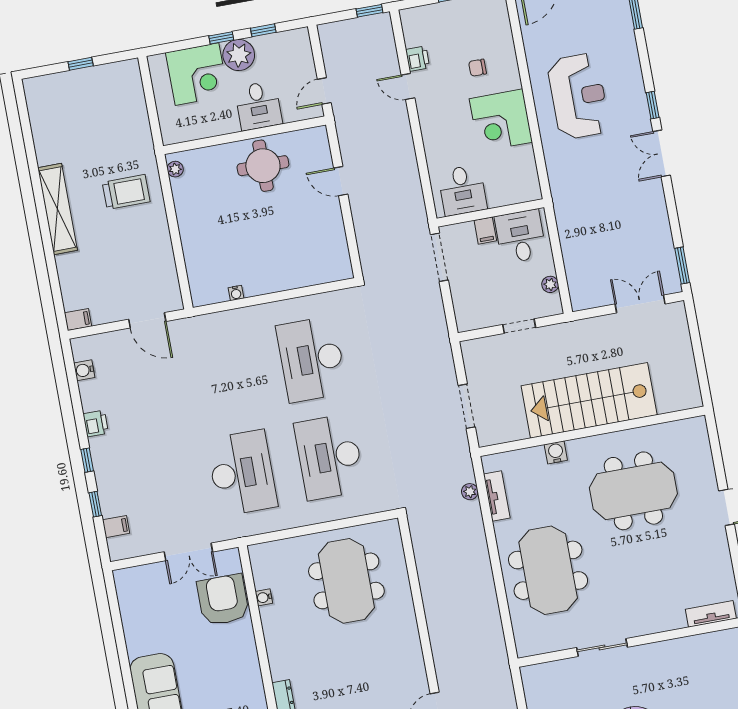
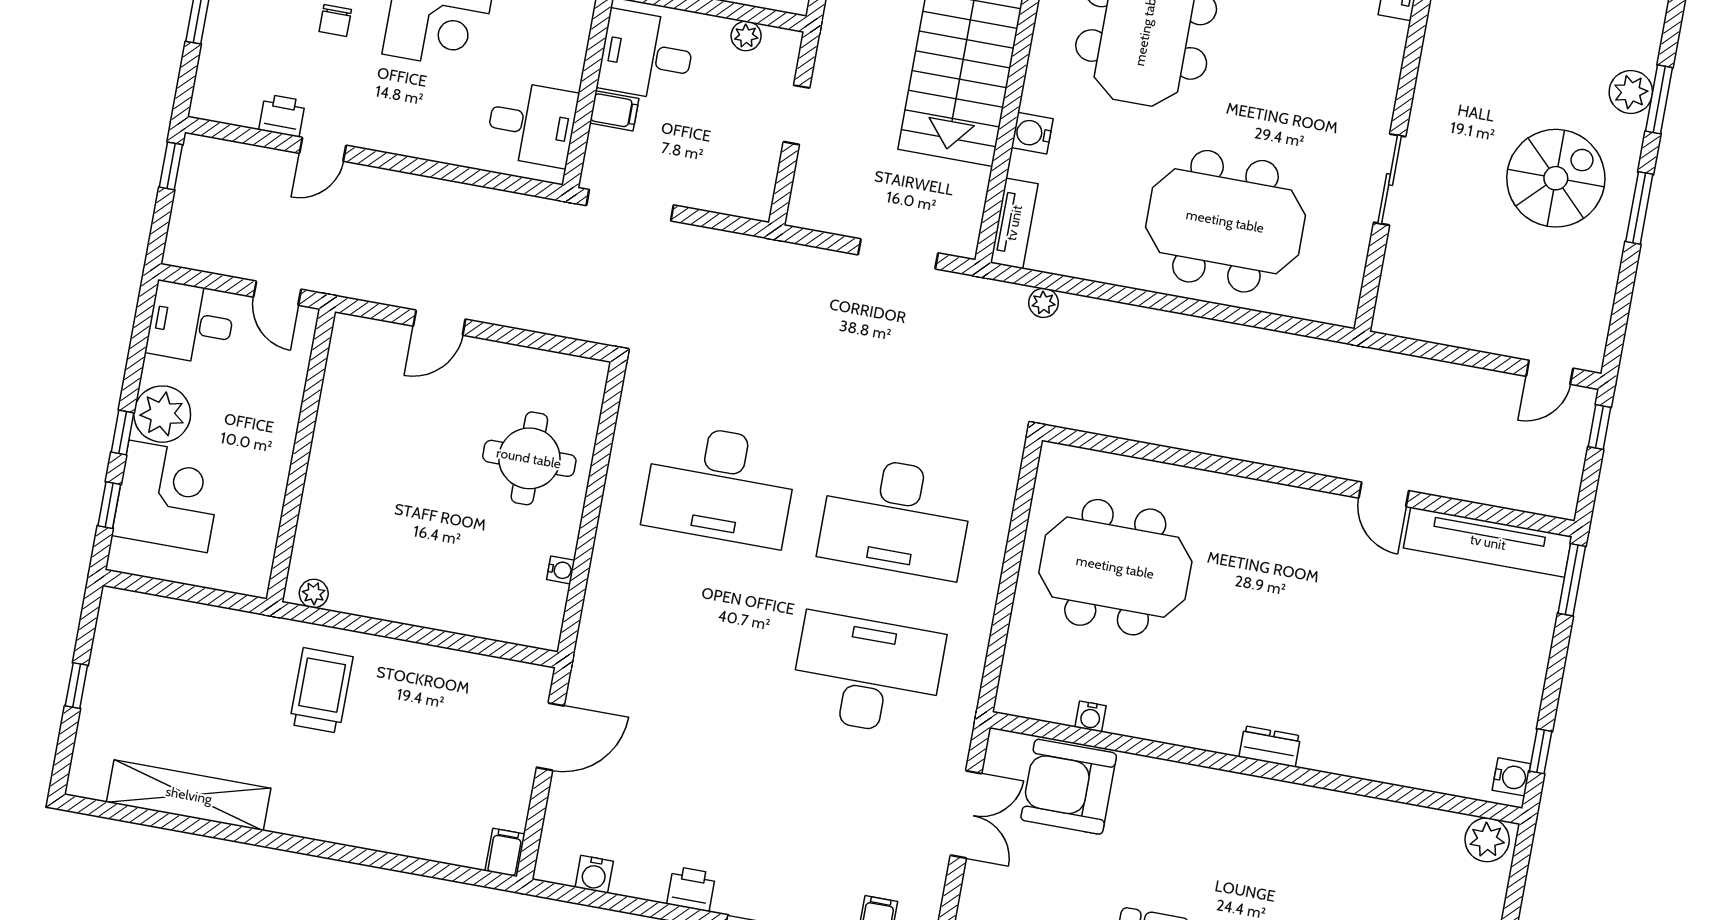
window: (263, 30) -> (109, 505), moved
desk: (258, 106) -> (191, 323), moved, turned 180
round table: (263, 166) -> (529, 458), moved
shelving: (58, 209) -> (189, 795), moved
tv unit: (497, 496) -> (1014, 223), moved, turned 90

